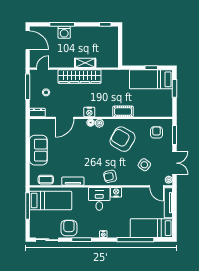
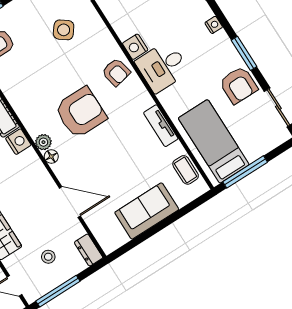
nightstand: (89, 112) -> (18, 142), moved
armchair: (123, 139) -> (81, 113), moved, turned -120
armchair: (69, 228) -> (238, 85), turned -90

